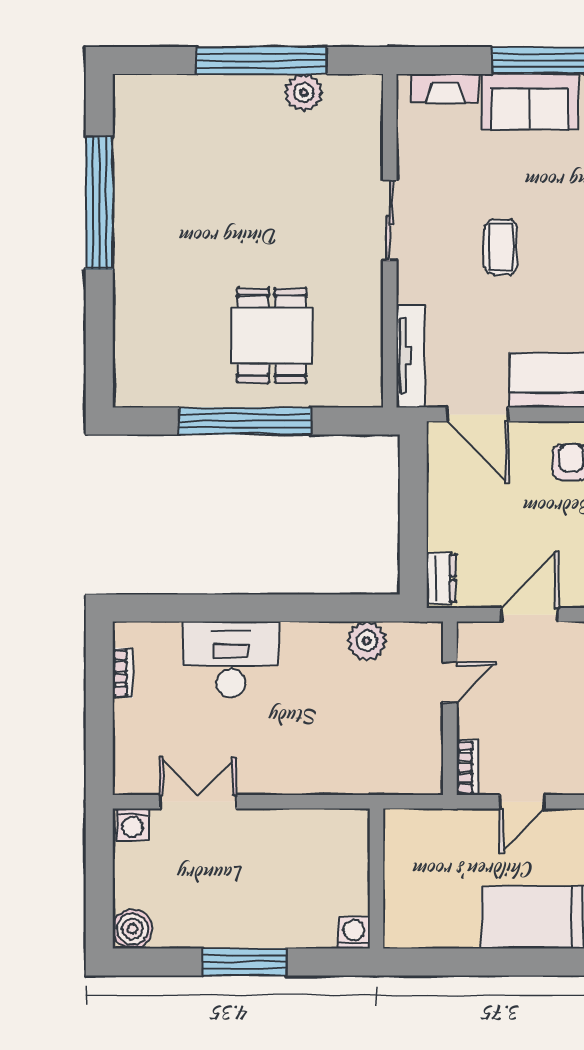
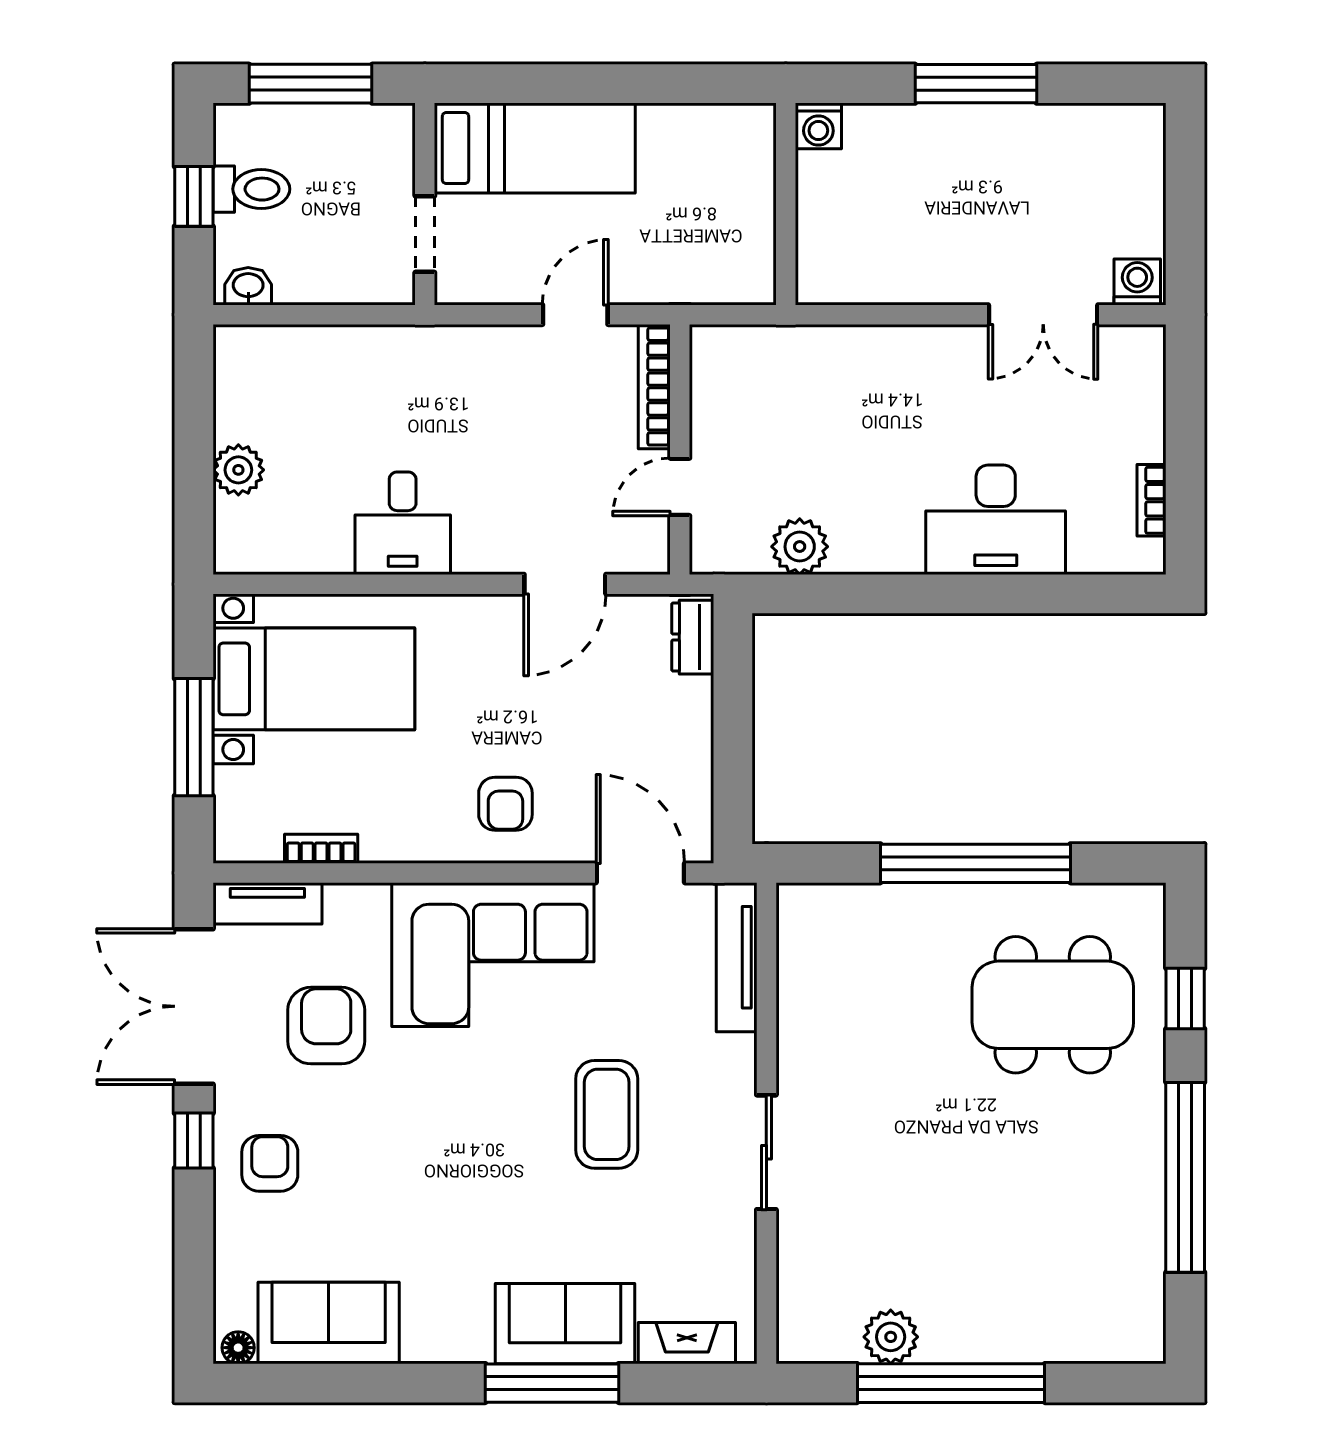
coffee table: (501, 247) -> (607, 1114), width x1.36, depth x1.30
window: (99, 327) -> (1185, 998), added
dining table: (272, 336) -> (1053, 1005), moved, width x1.37
bookcase: (468, 767) -> (654, 387), width x1.56
boiler: (132, 929) -> (1138, 131), removed

